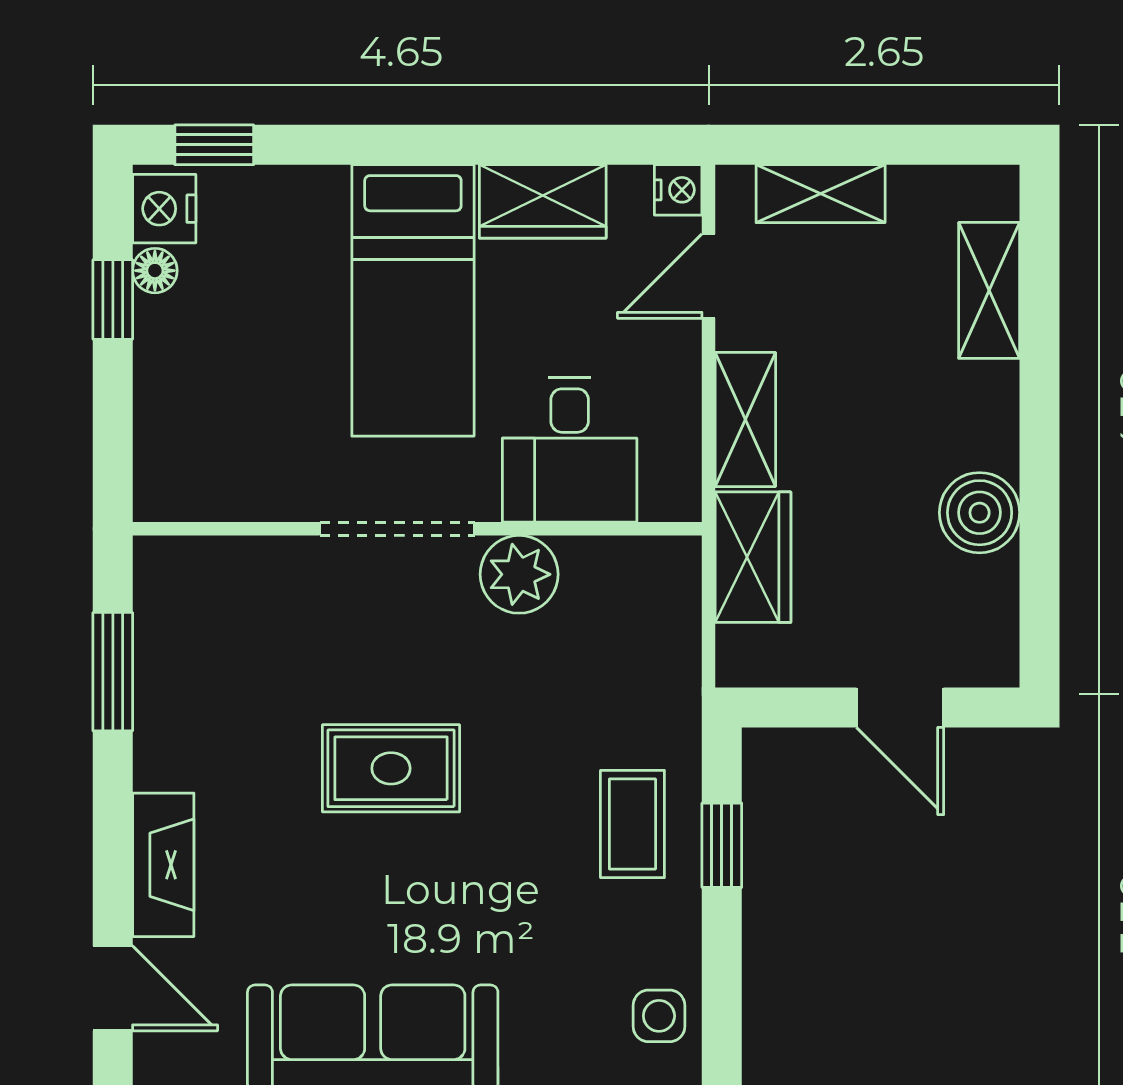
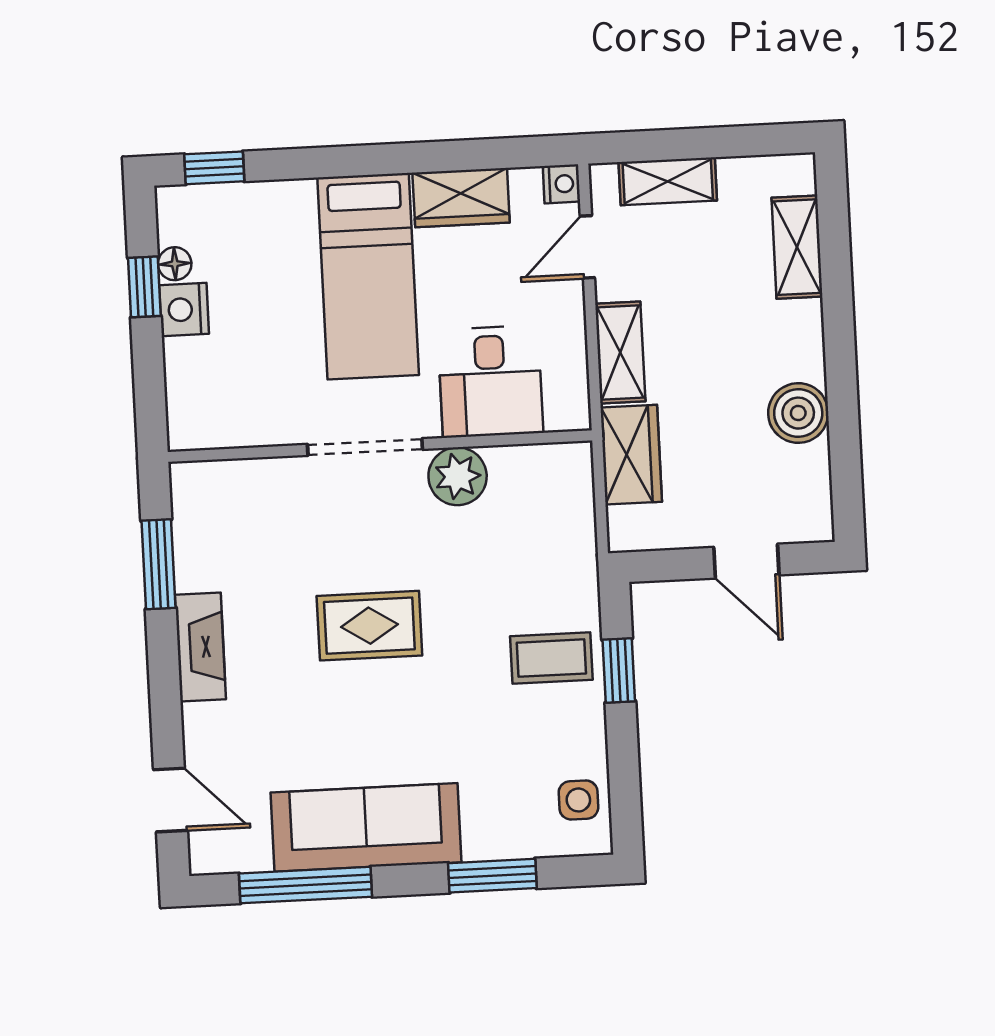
nightstand: (164, 209) -> (184, 310), moved
coffee table: (632, 824) -> (551, 658), turned 90
fireplace: (163, 865) -> (200, 647), moved

